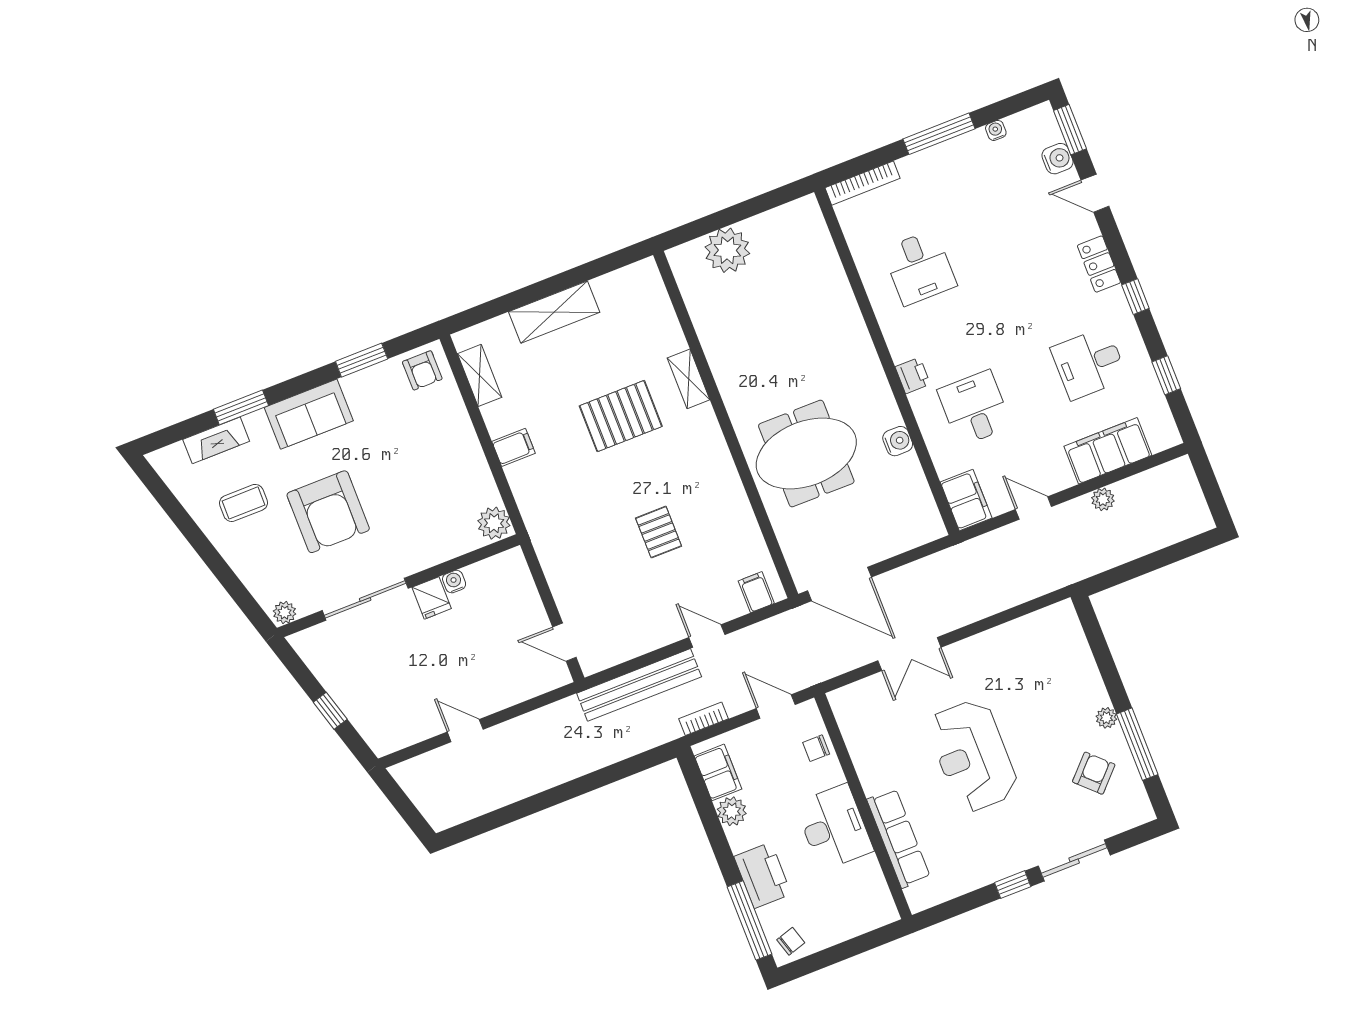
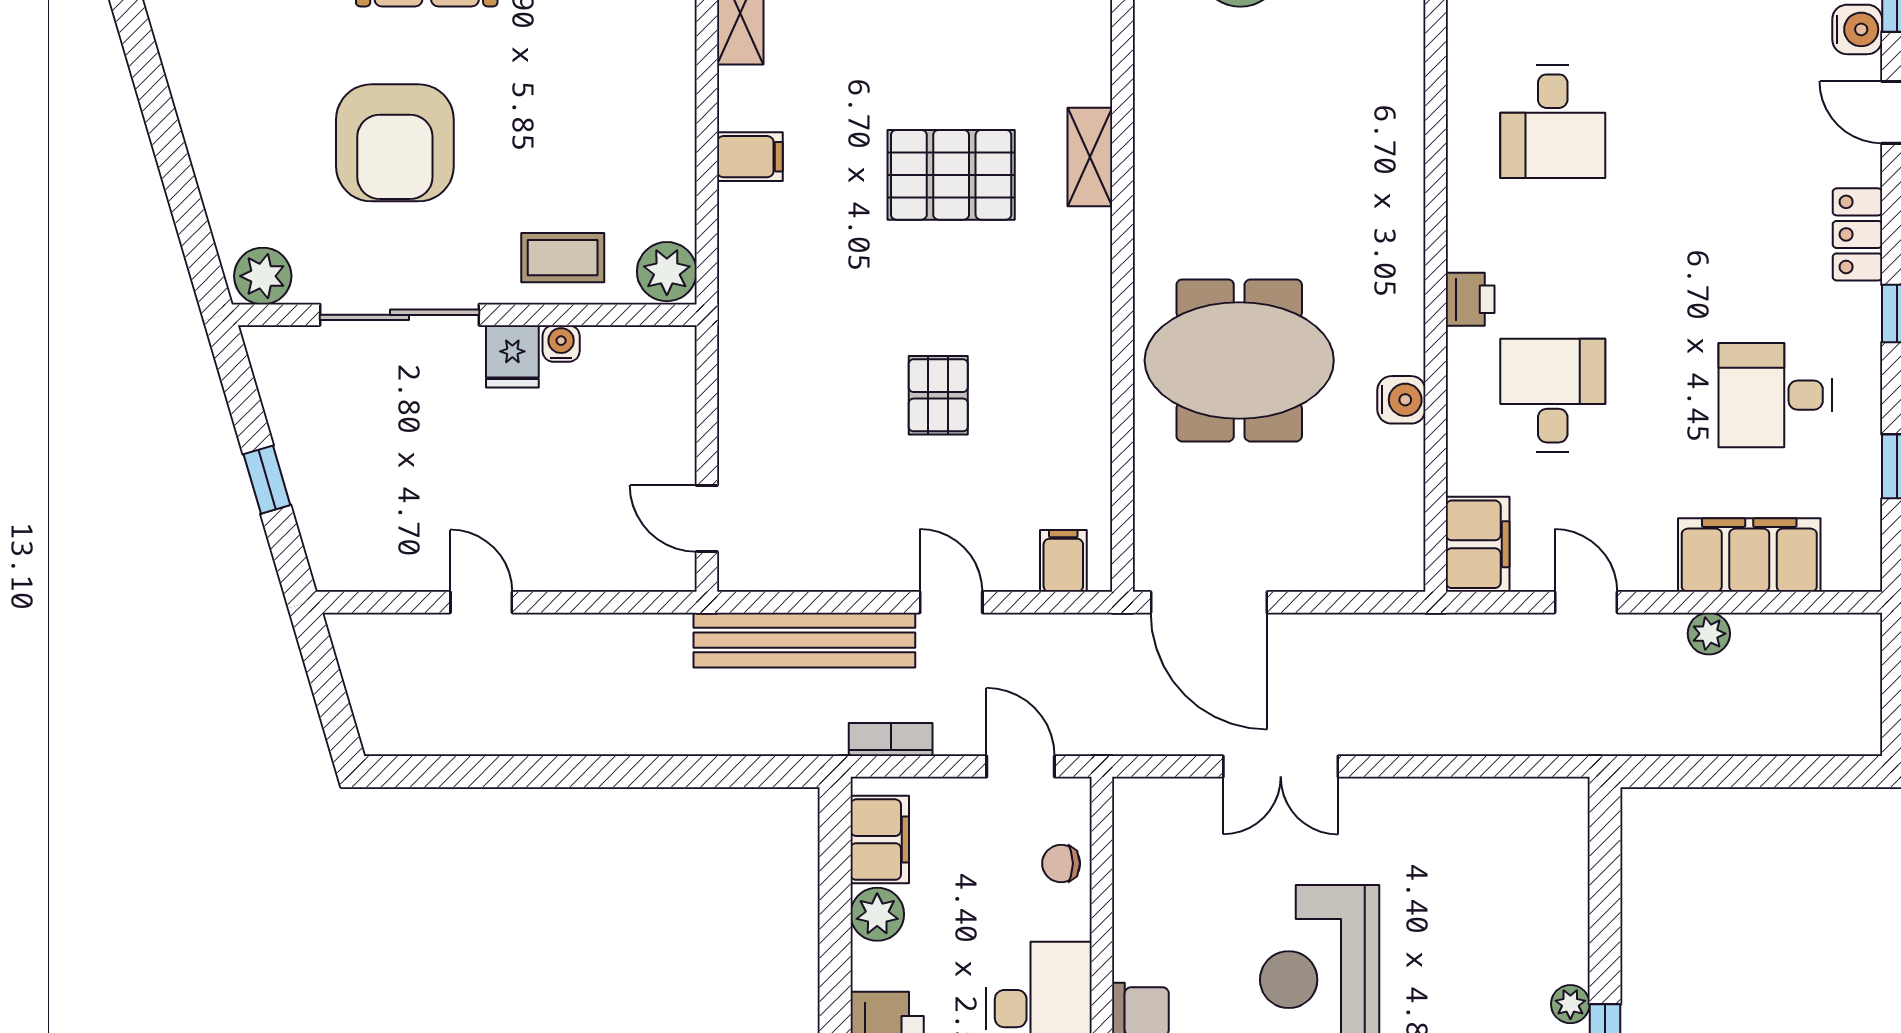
coffee table: (243, 503) -> (563, 258), moved
plant: (285, 613) -> (263, 276), width x1.38, depth x1.38

